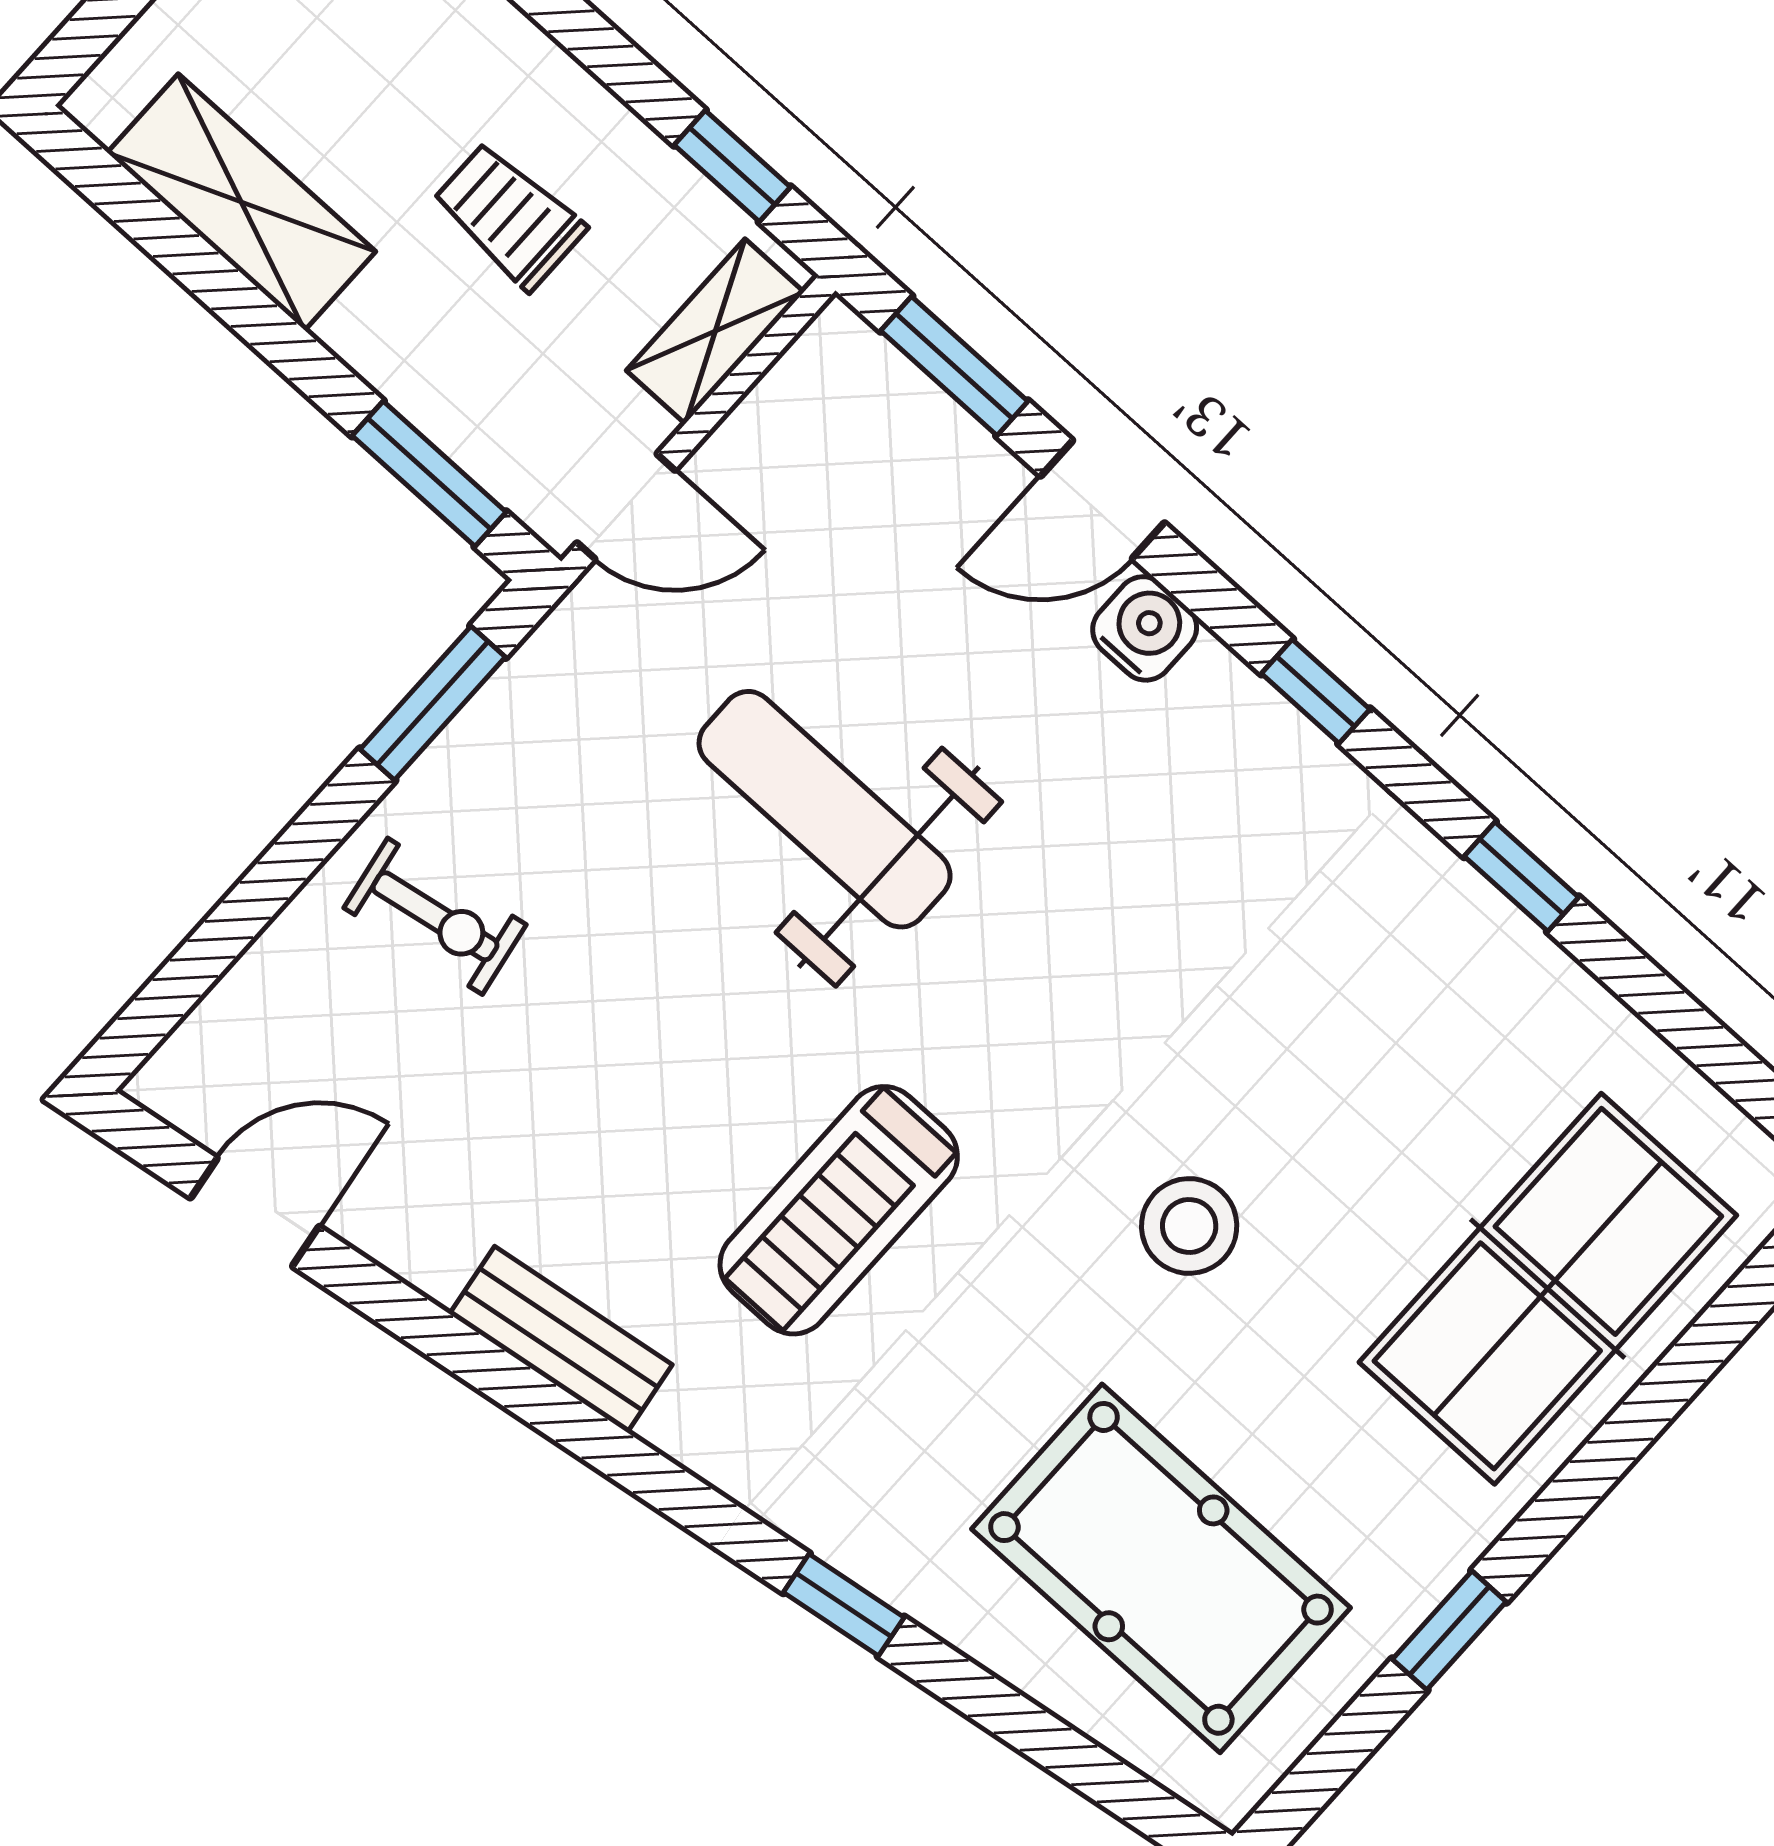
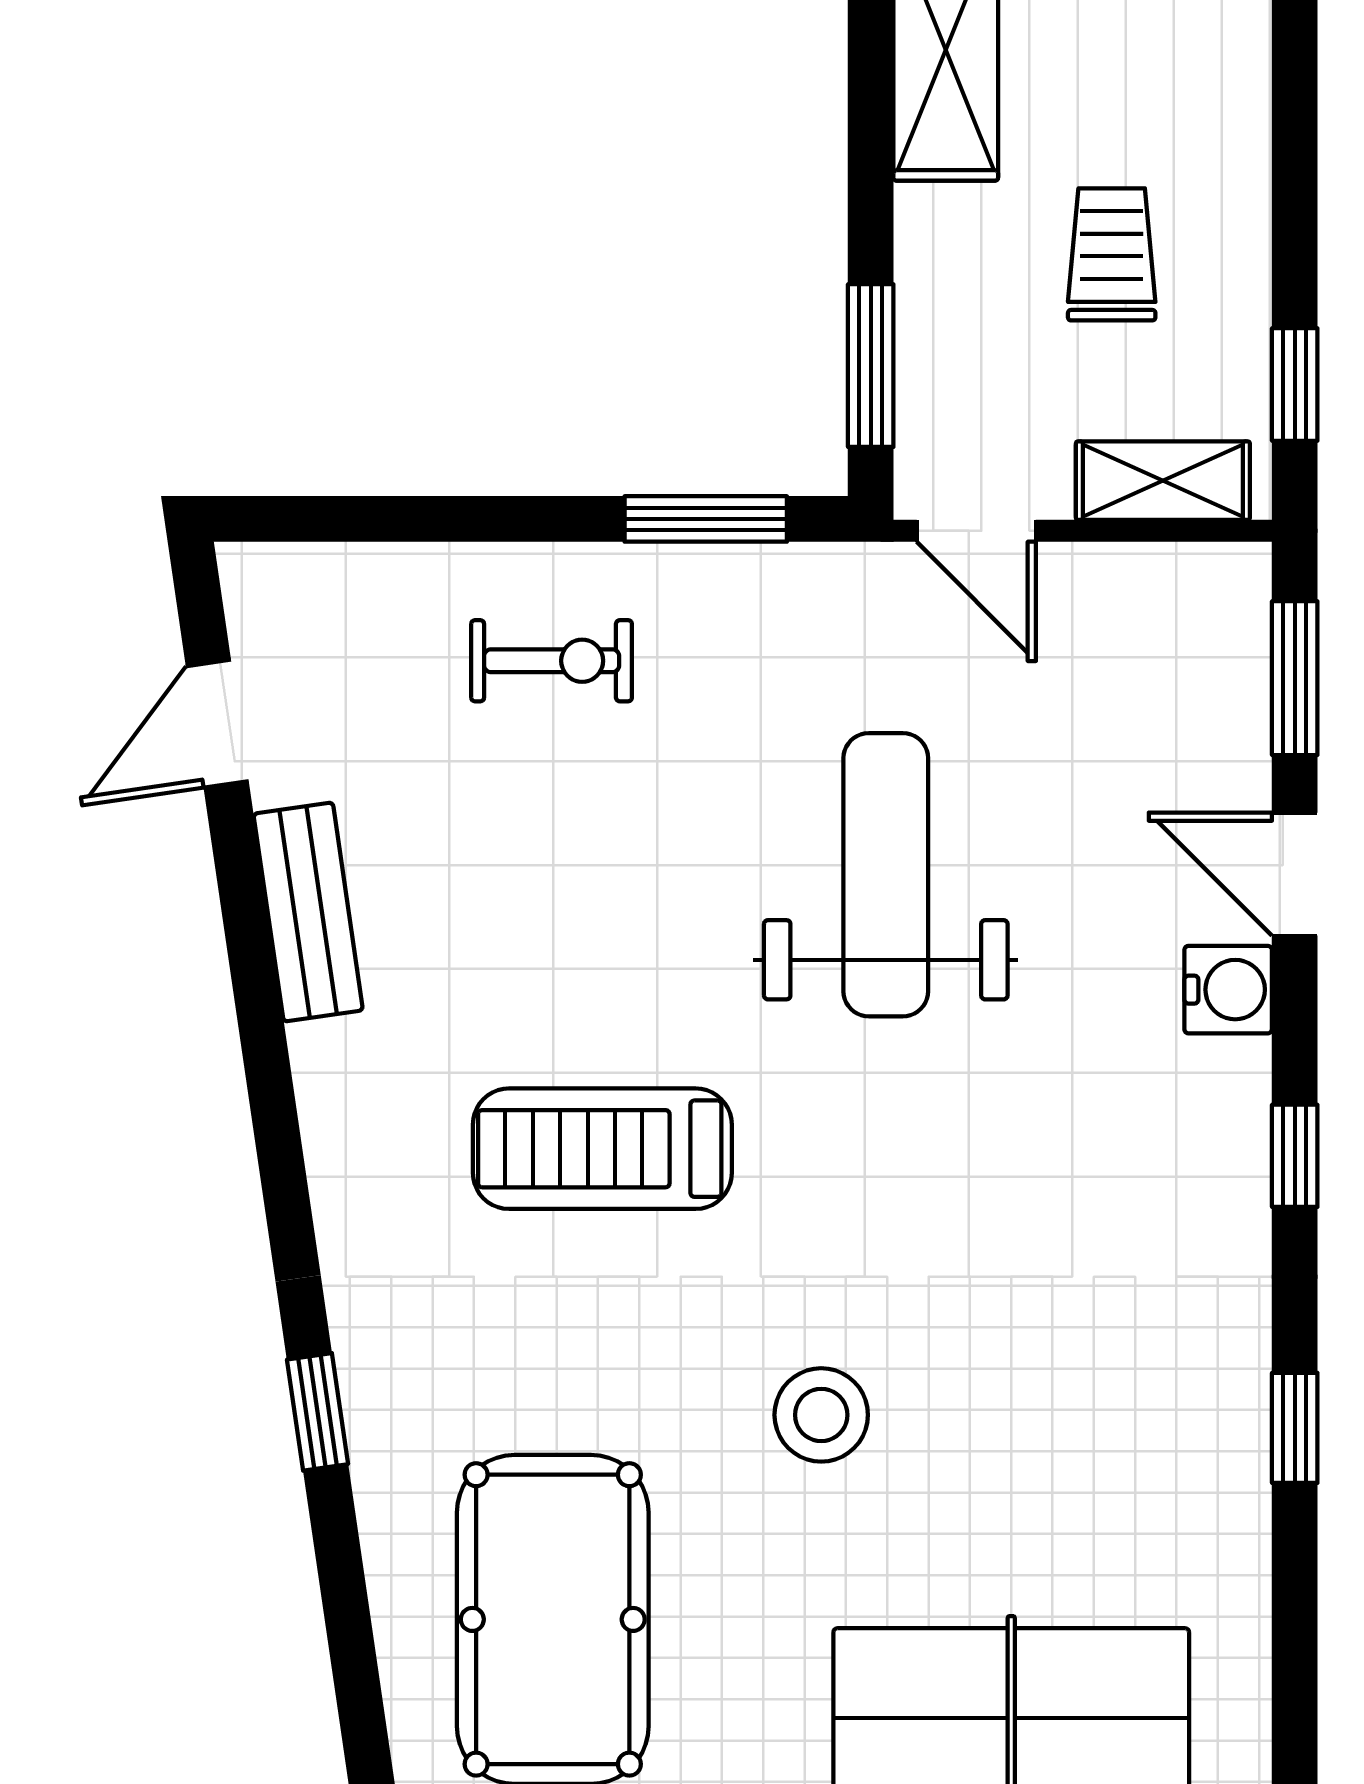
exercise bike: (435, 916) -> (552, 661), turned -80
door: (255, 1212) -> (217, 724), swing flipped
bench: (561, 1339) -> (308, 912), moved

